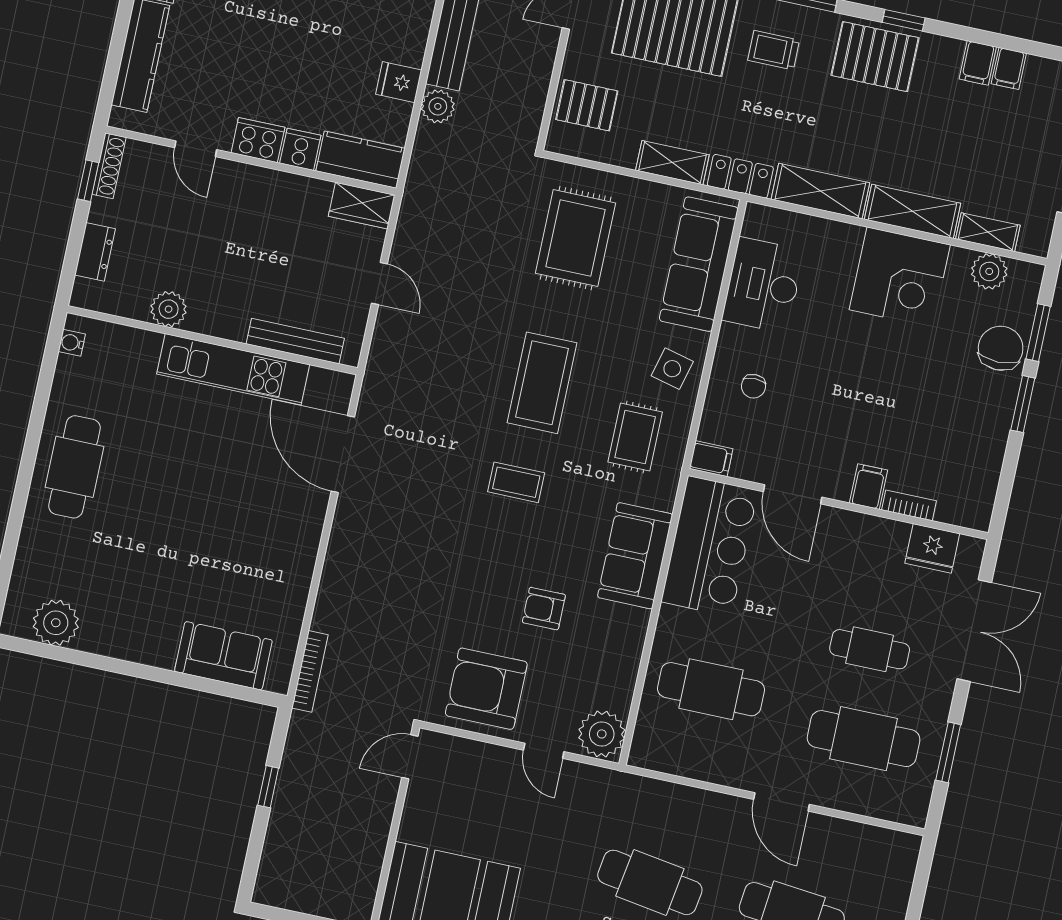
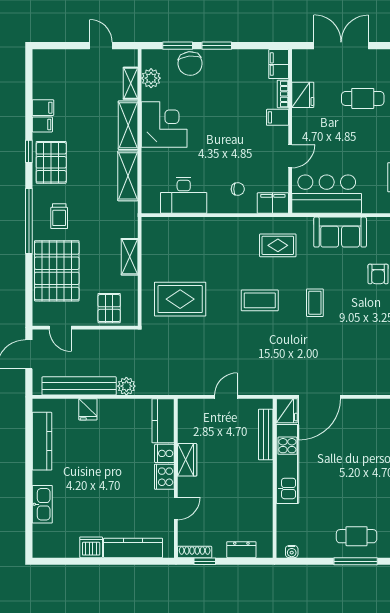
filing cabinet: (1009, 68) -> (42, 125), moved
fridge: (399, 82) -> (88, 409), moved
locker: (740, 176) -> (129, 220), removed
wardrobe: (362, 206) -> (187, 460), moved
sofa: (699, 264) -> (180, 231), removed
plant: (169, 309) -> (263, 505), removed
chair: (1001, 348) -> (190, 64), turned -96
side table: (672, 369) -> (238, 234), removed
coffee table: (542, 383) -> (260, 300), width x0.73, depth x0.76
fridge: (330, 389) -> (287, 411), added
window: (29, 456) -> (356, 561), added
filing cabinet: (711, 459) -> (273, 203), width x2.00
cafe table: (74, 467) -> (357, 536), width x0.73, depth x0.74
door: (793, 494) -> (290, 156), width x0.73
filing cabinet: (965, 509) -> (279, 64), added
fridge: (932, 548) -> (303, 95), moved
cafe table: (870, 649) -> (363, 98), turned 90

